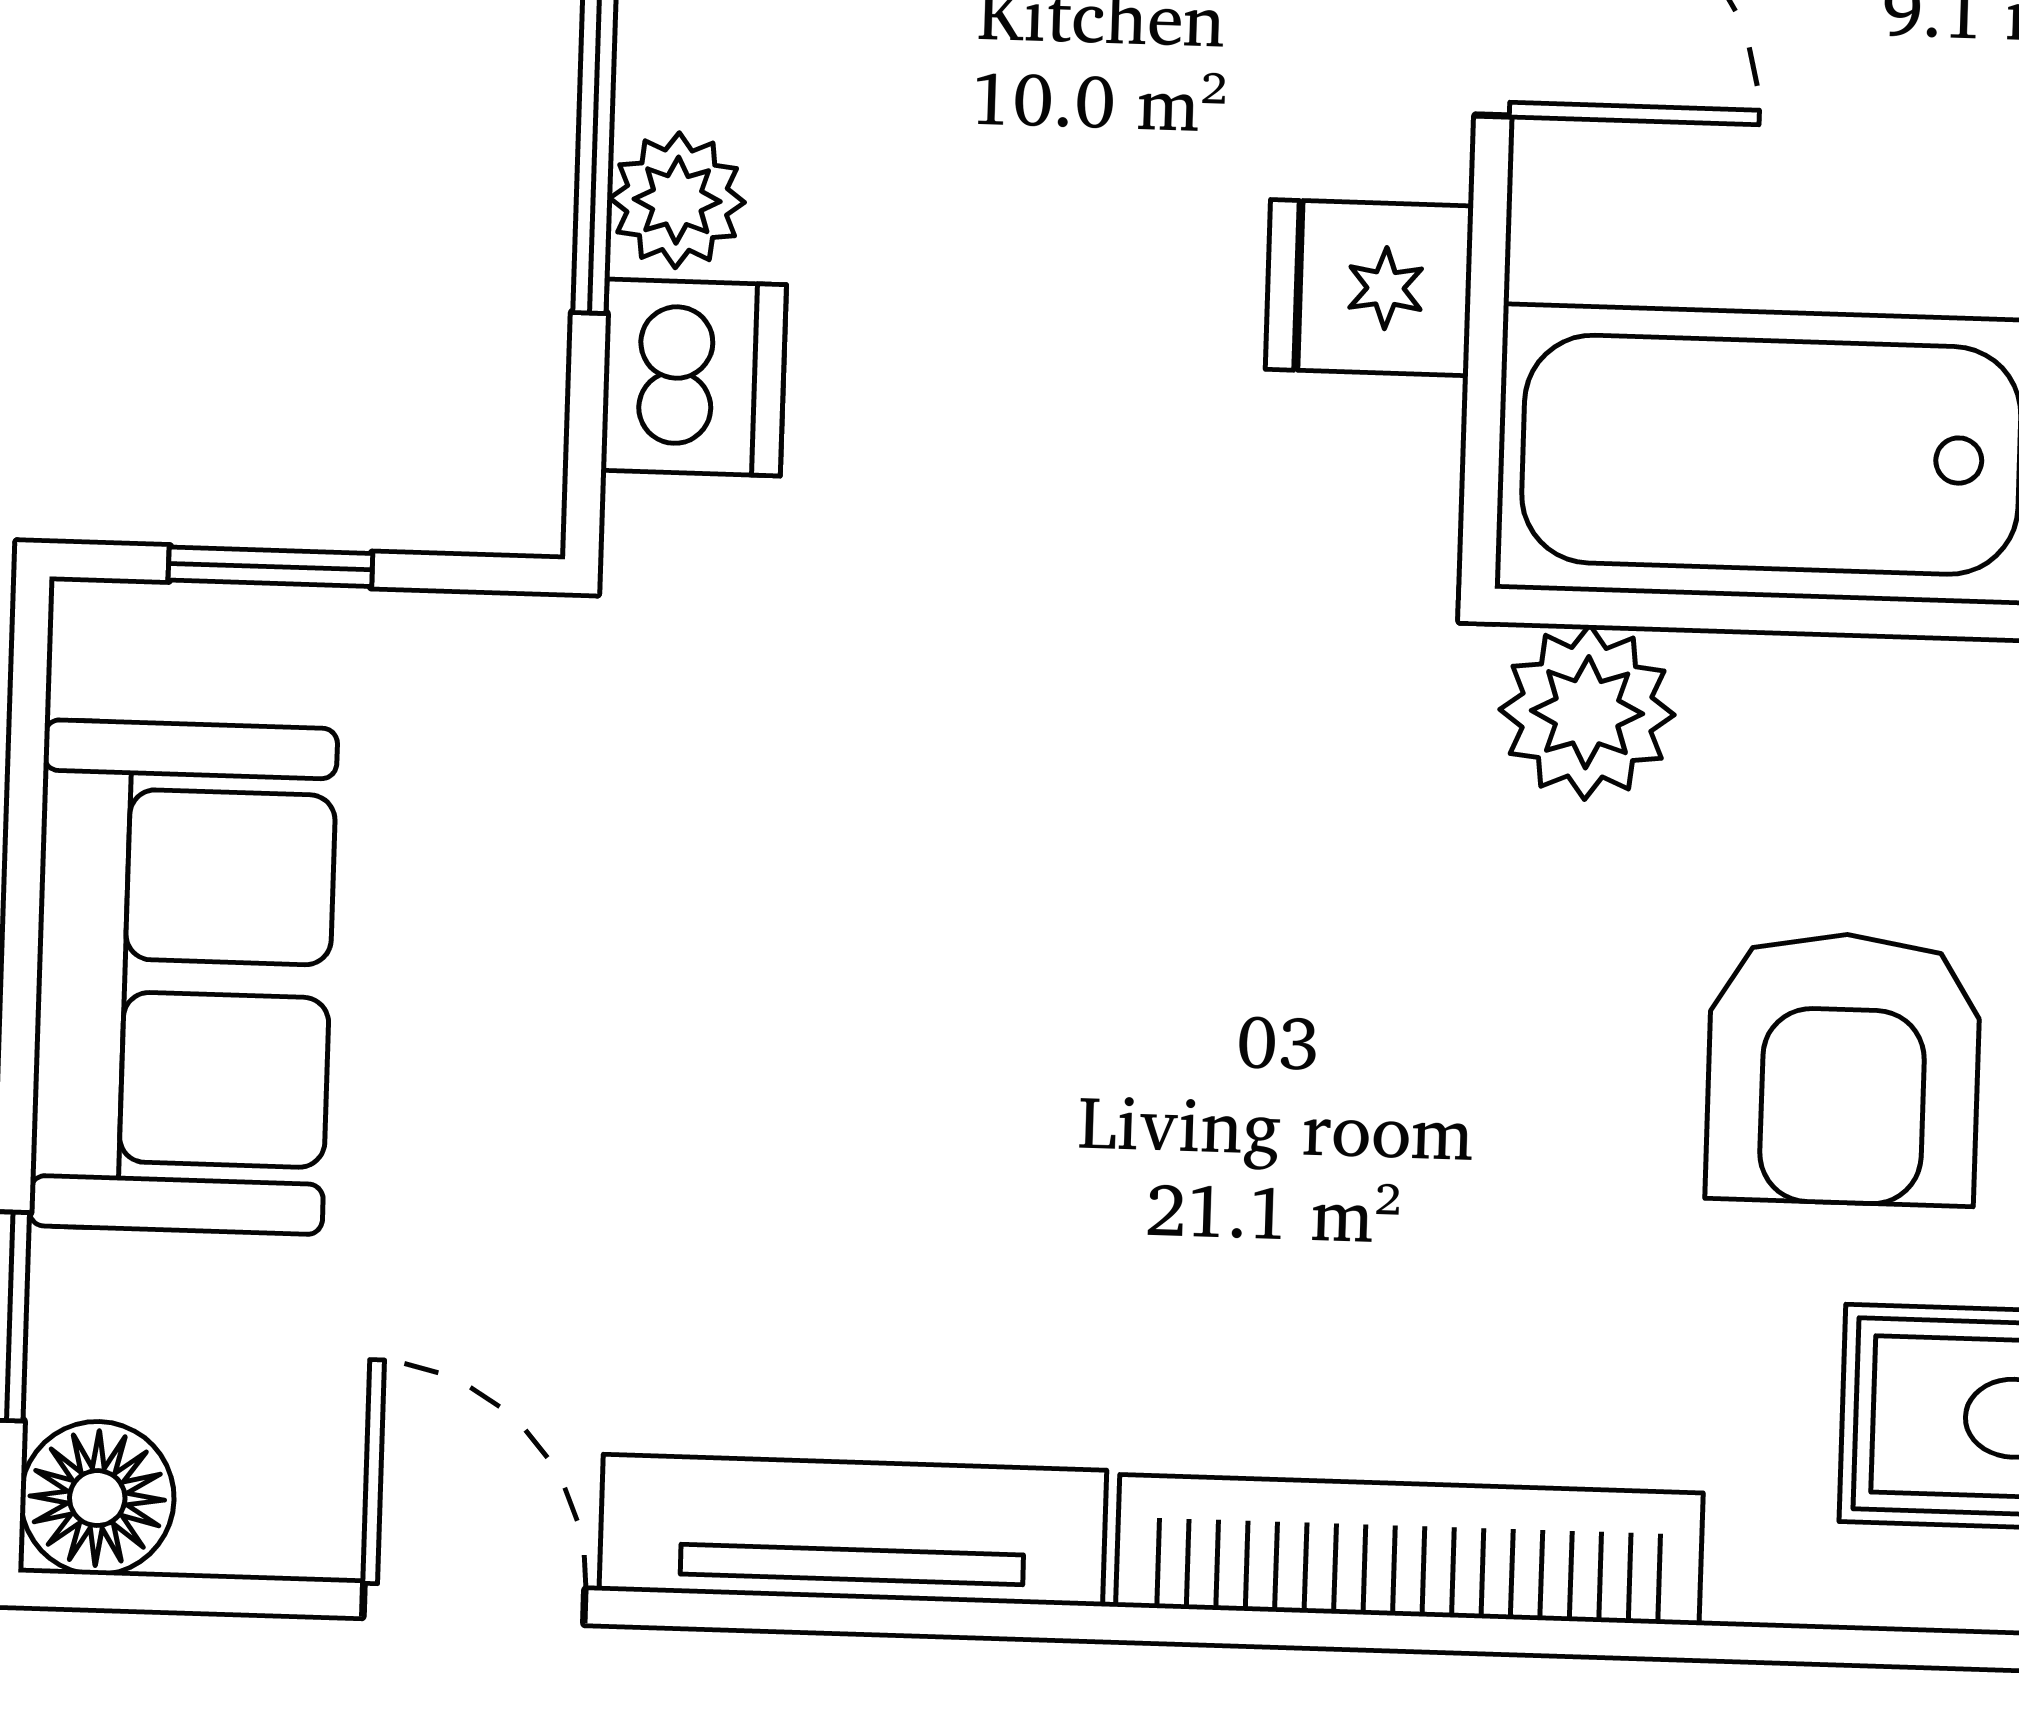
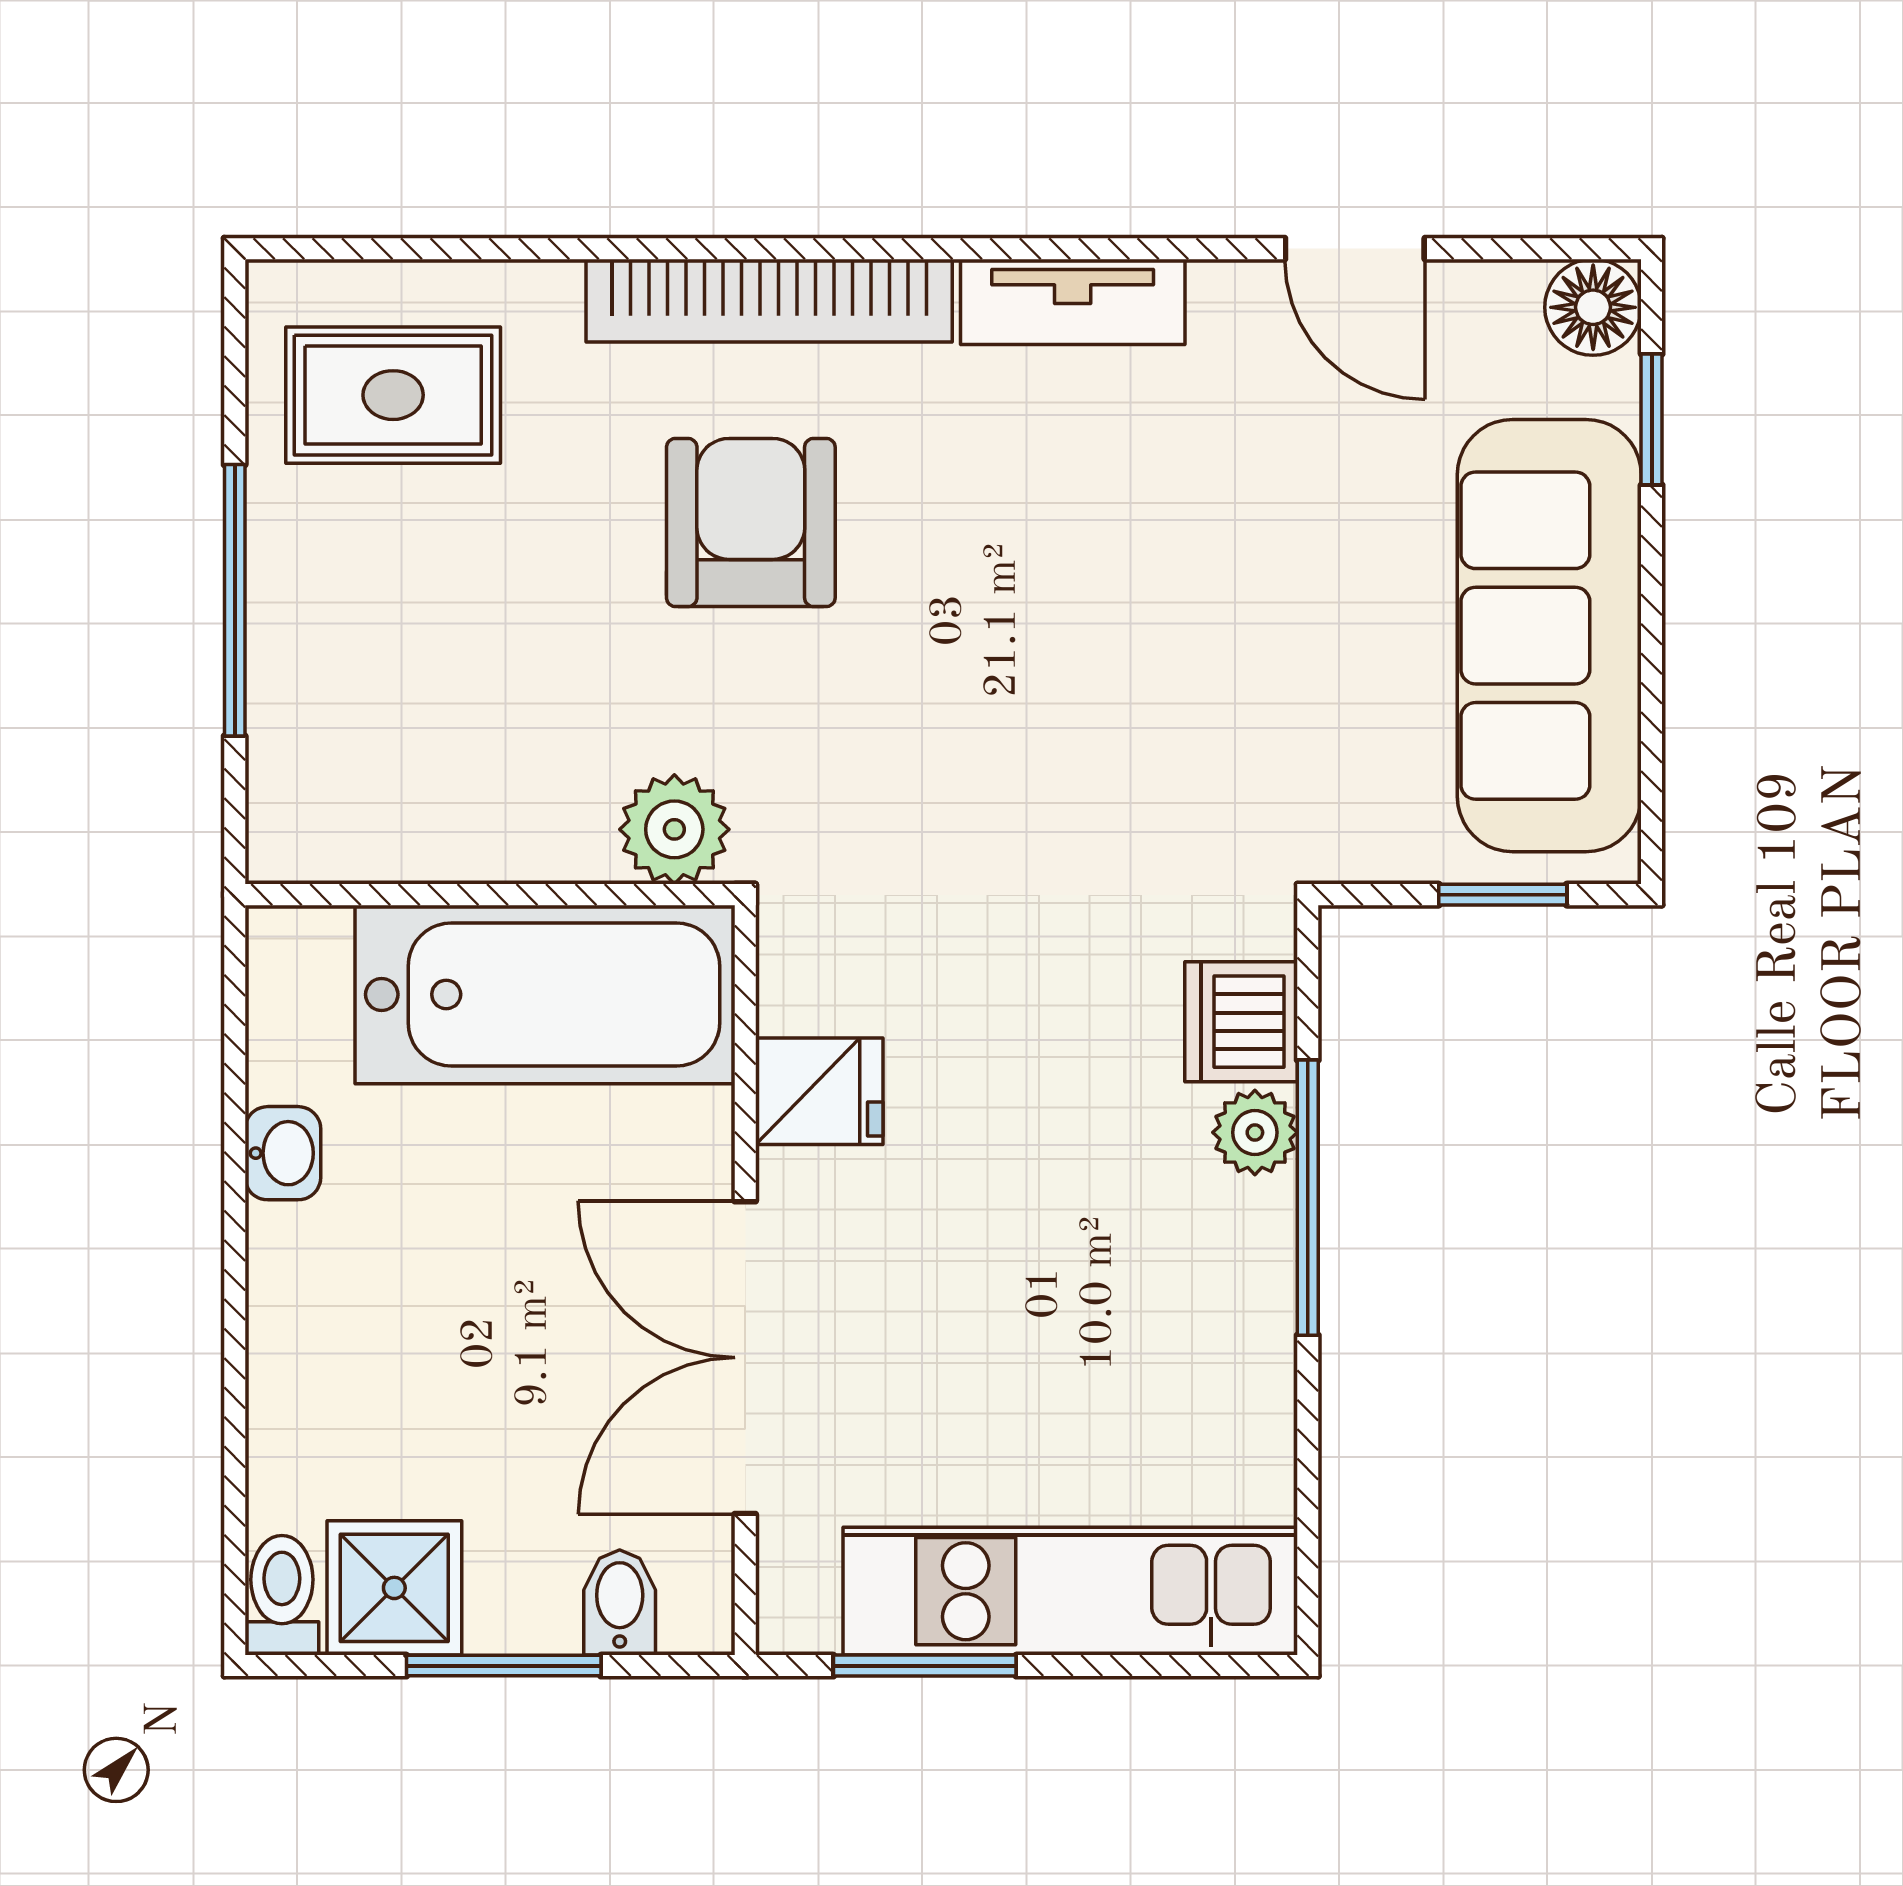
sofa: (183, 977) -> (1549, 636), width x1.36
armchair: (1843, 1068) -> (751, 523), moved
tv unit: (853, 1530) -> (1073, 302), width x0.71

